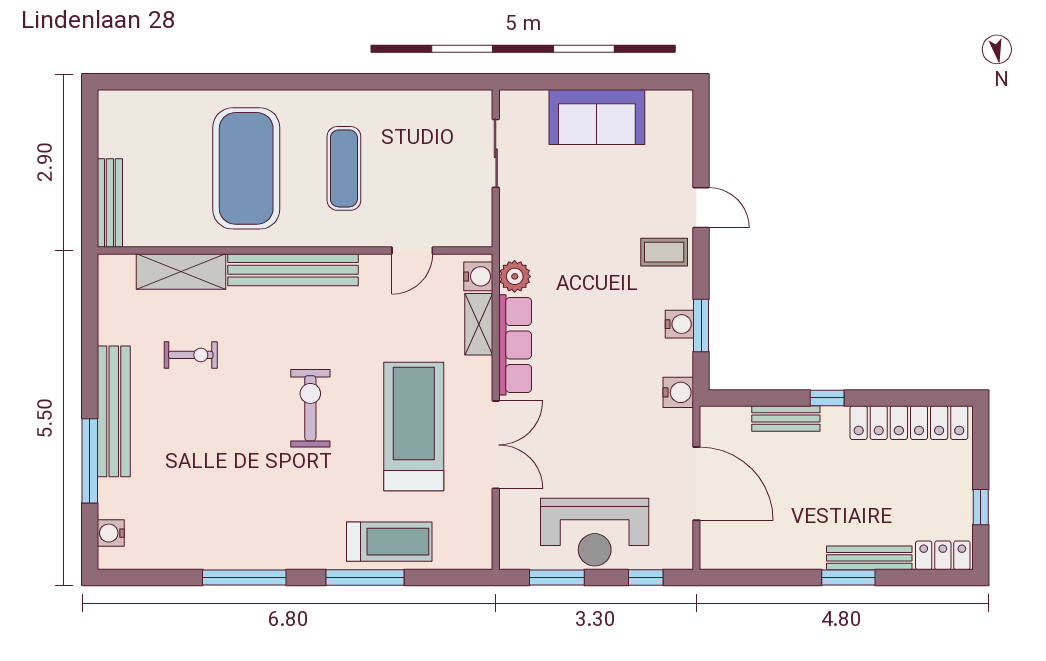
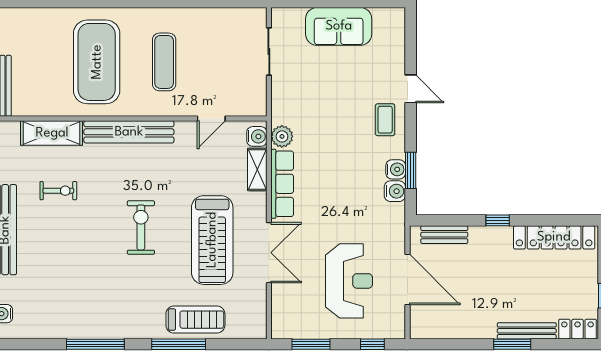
coffee table: (664, 252) -> (385, 120), turned 90
water cooler: (678, 392) -> (395, 191), moved
bench: (786, 419) -> (444, 235), moved
treadmill: (414, 426) -> (212, 240), turned 180
reception desk: (595, 532) -> (349, 281), moved, turned -90

